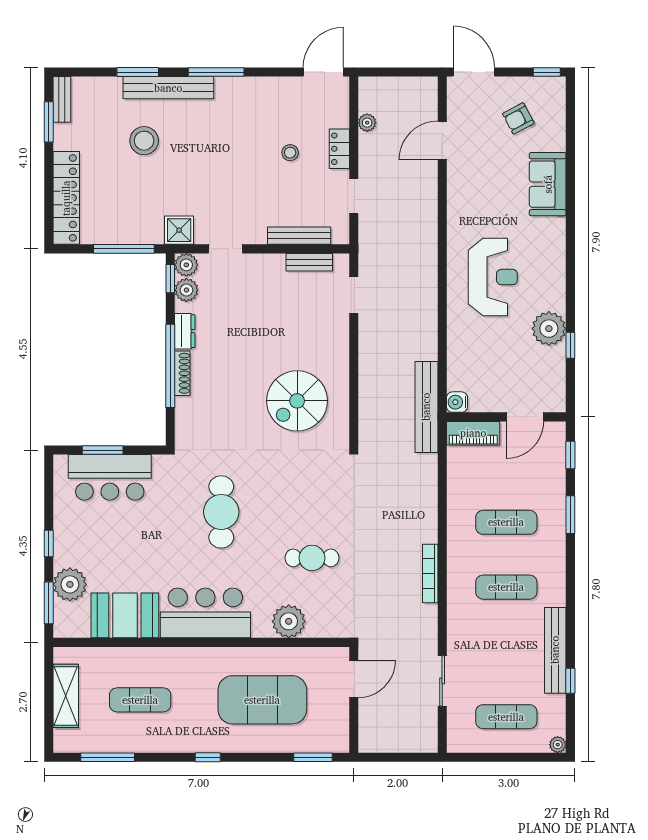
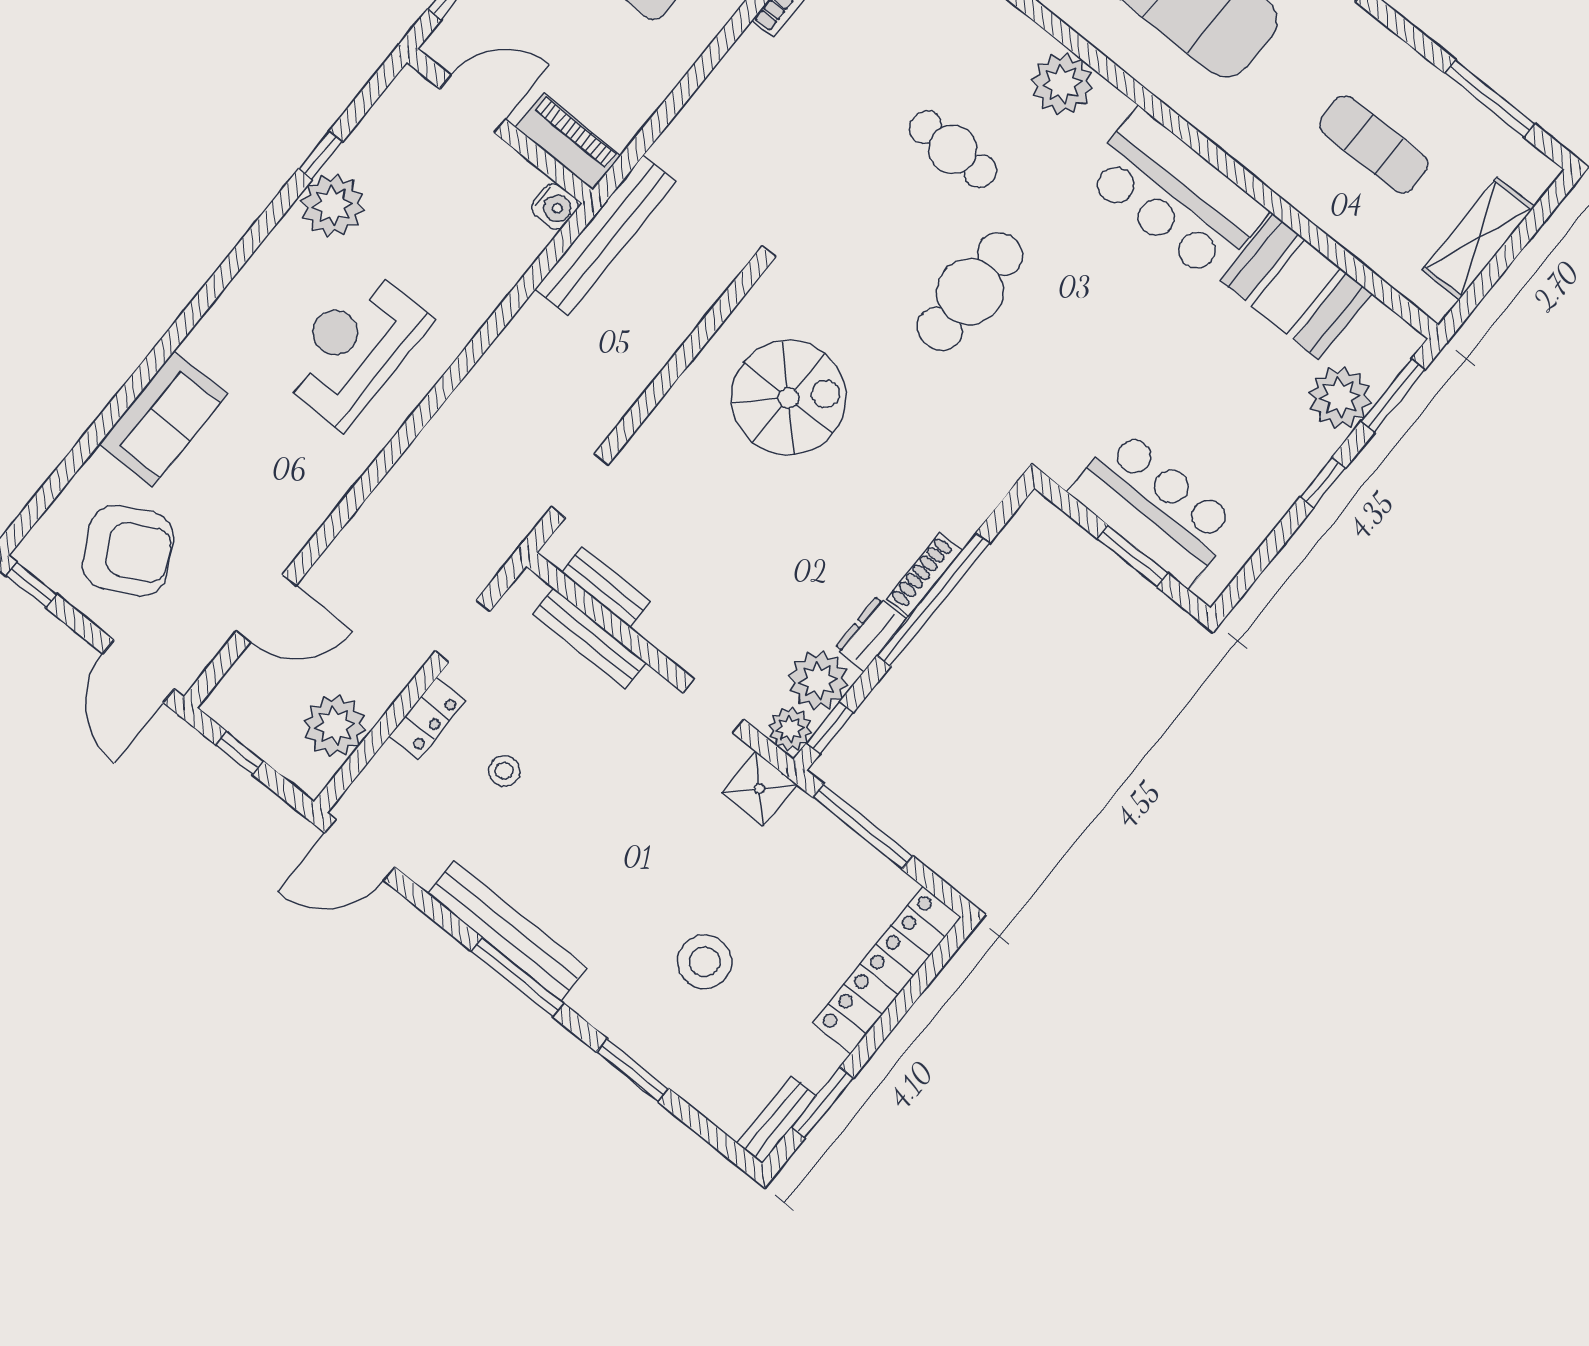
window: (405, 72) -> (240, 753), added
bench: (168, 88) -> (507, 931), moved
armchair: (518, 118) -> (128, 550), width x1.88, depth x1.88
plant: (367, 123) -> (335, 726), width x1.87, depth x1.87
plant: (186, 290) -> (818, 681), width x1.36, depth x1.36
cafe table: (221, 512) -> (970, 292), moved

